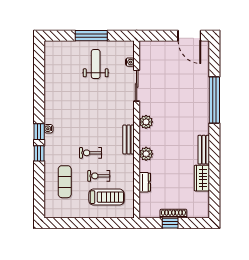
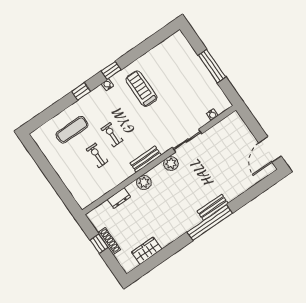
weight bench: (96, 64) -> (190, 87), removed
sliding door: (137, 86) -> (187, 141), moved
window: (214, 100) -> (210, 223), moved
window: (39, 132) -> (111, 70), moved
bench: (204, 150) -> (213, 207), moved
wardrobe: (202, 178) -> (147, 251), moved
treadmill: (106, 197) -> (141, 89), moved, turned 180

